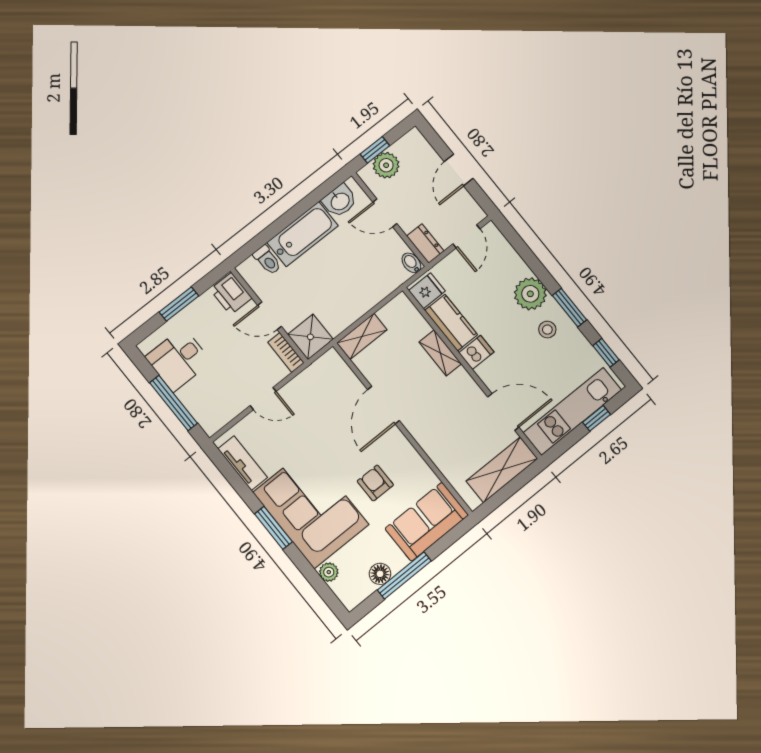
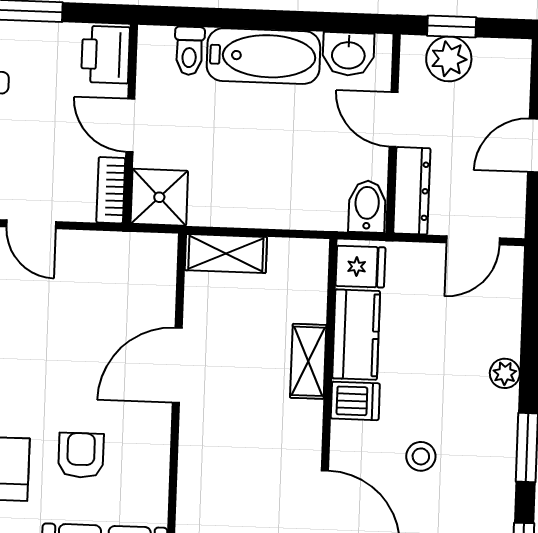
dresser: (425, 244) -> (412, 191), width x1.44
bidet: (411, 263) -> (367, 207), width x1.38, depth x1.36
plant: (530, 294) -> (505, 373), width x0.53, depth x0.53
stool: (547, 330) -> (421, 456), moved

